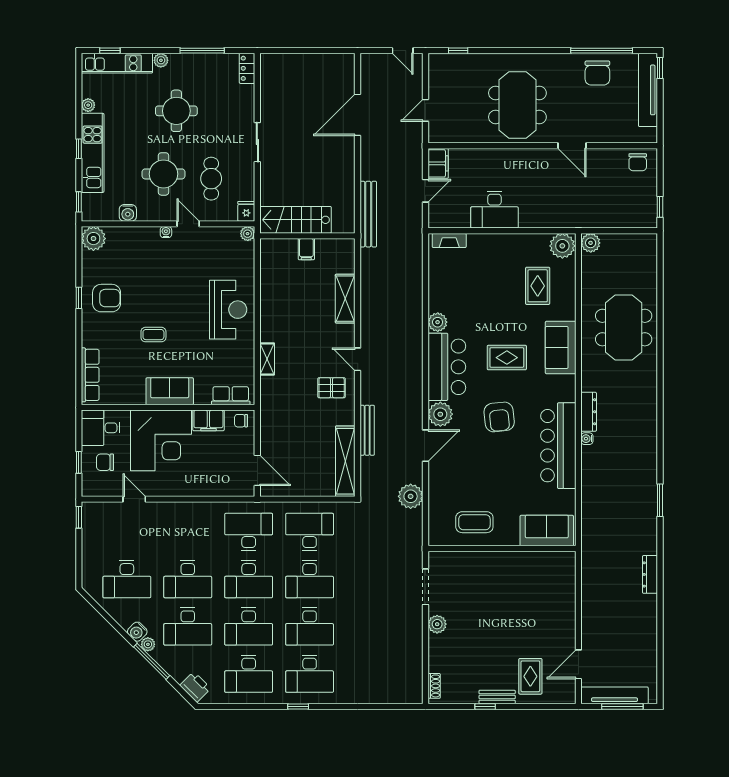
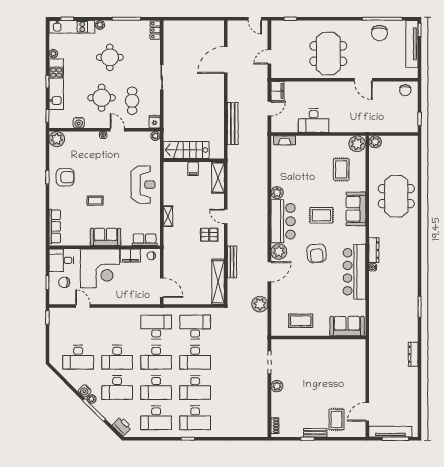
stairs: (296, 220) -> (186, 150), moved
wall: (307, 236) -> (194, 160), moved
filing cabinet: (306, 249) -> (193, 169), moved

